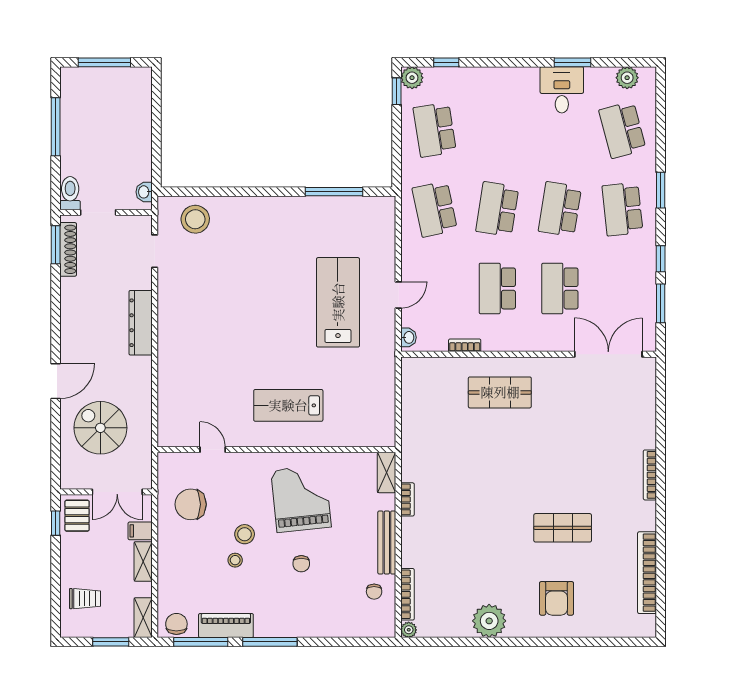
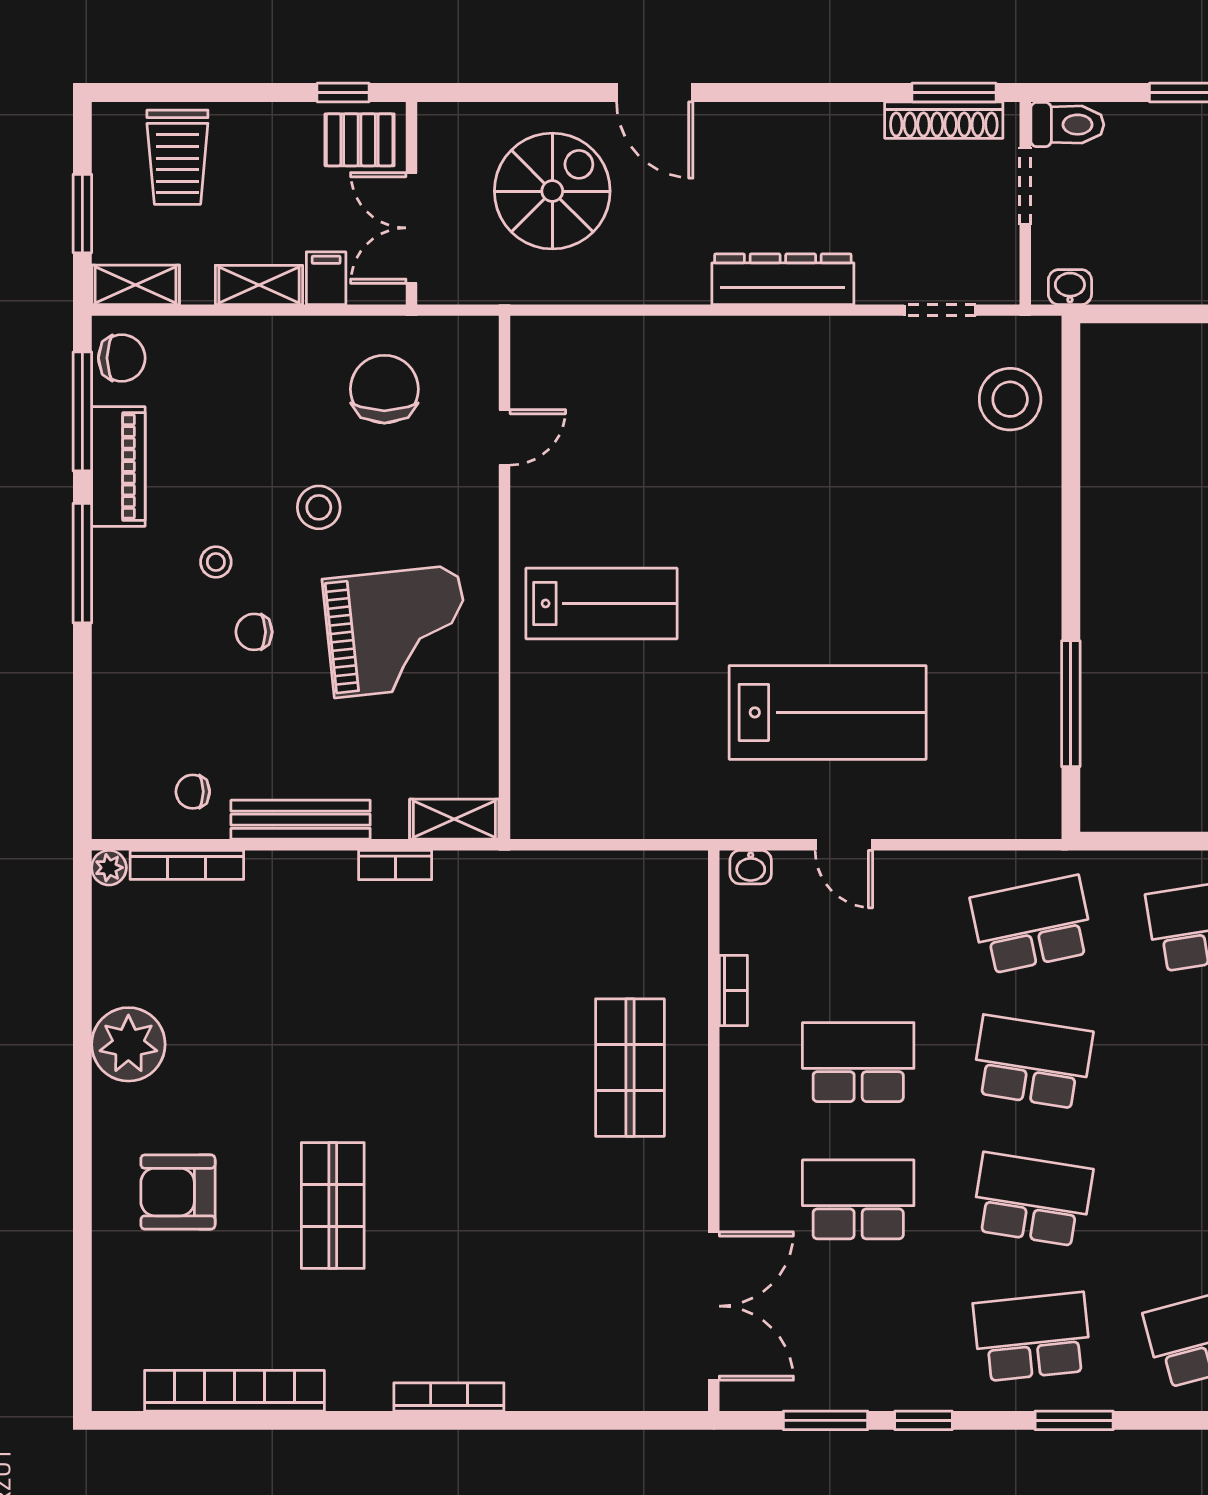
lab bench: (288, 405) -> (602, 603), turned 90
stool: (235, 560) -> (216, 562), moved
trolley: (85, 599) -> (177, 157), width x1.36, depth x1.39

